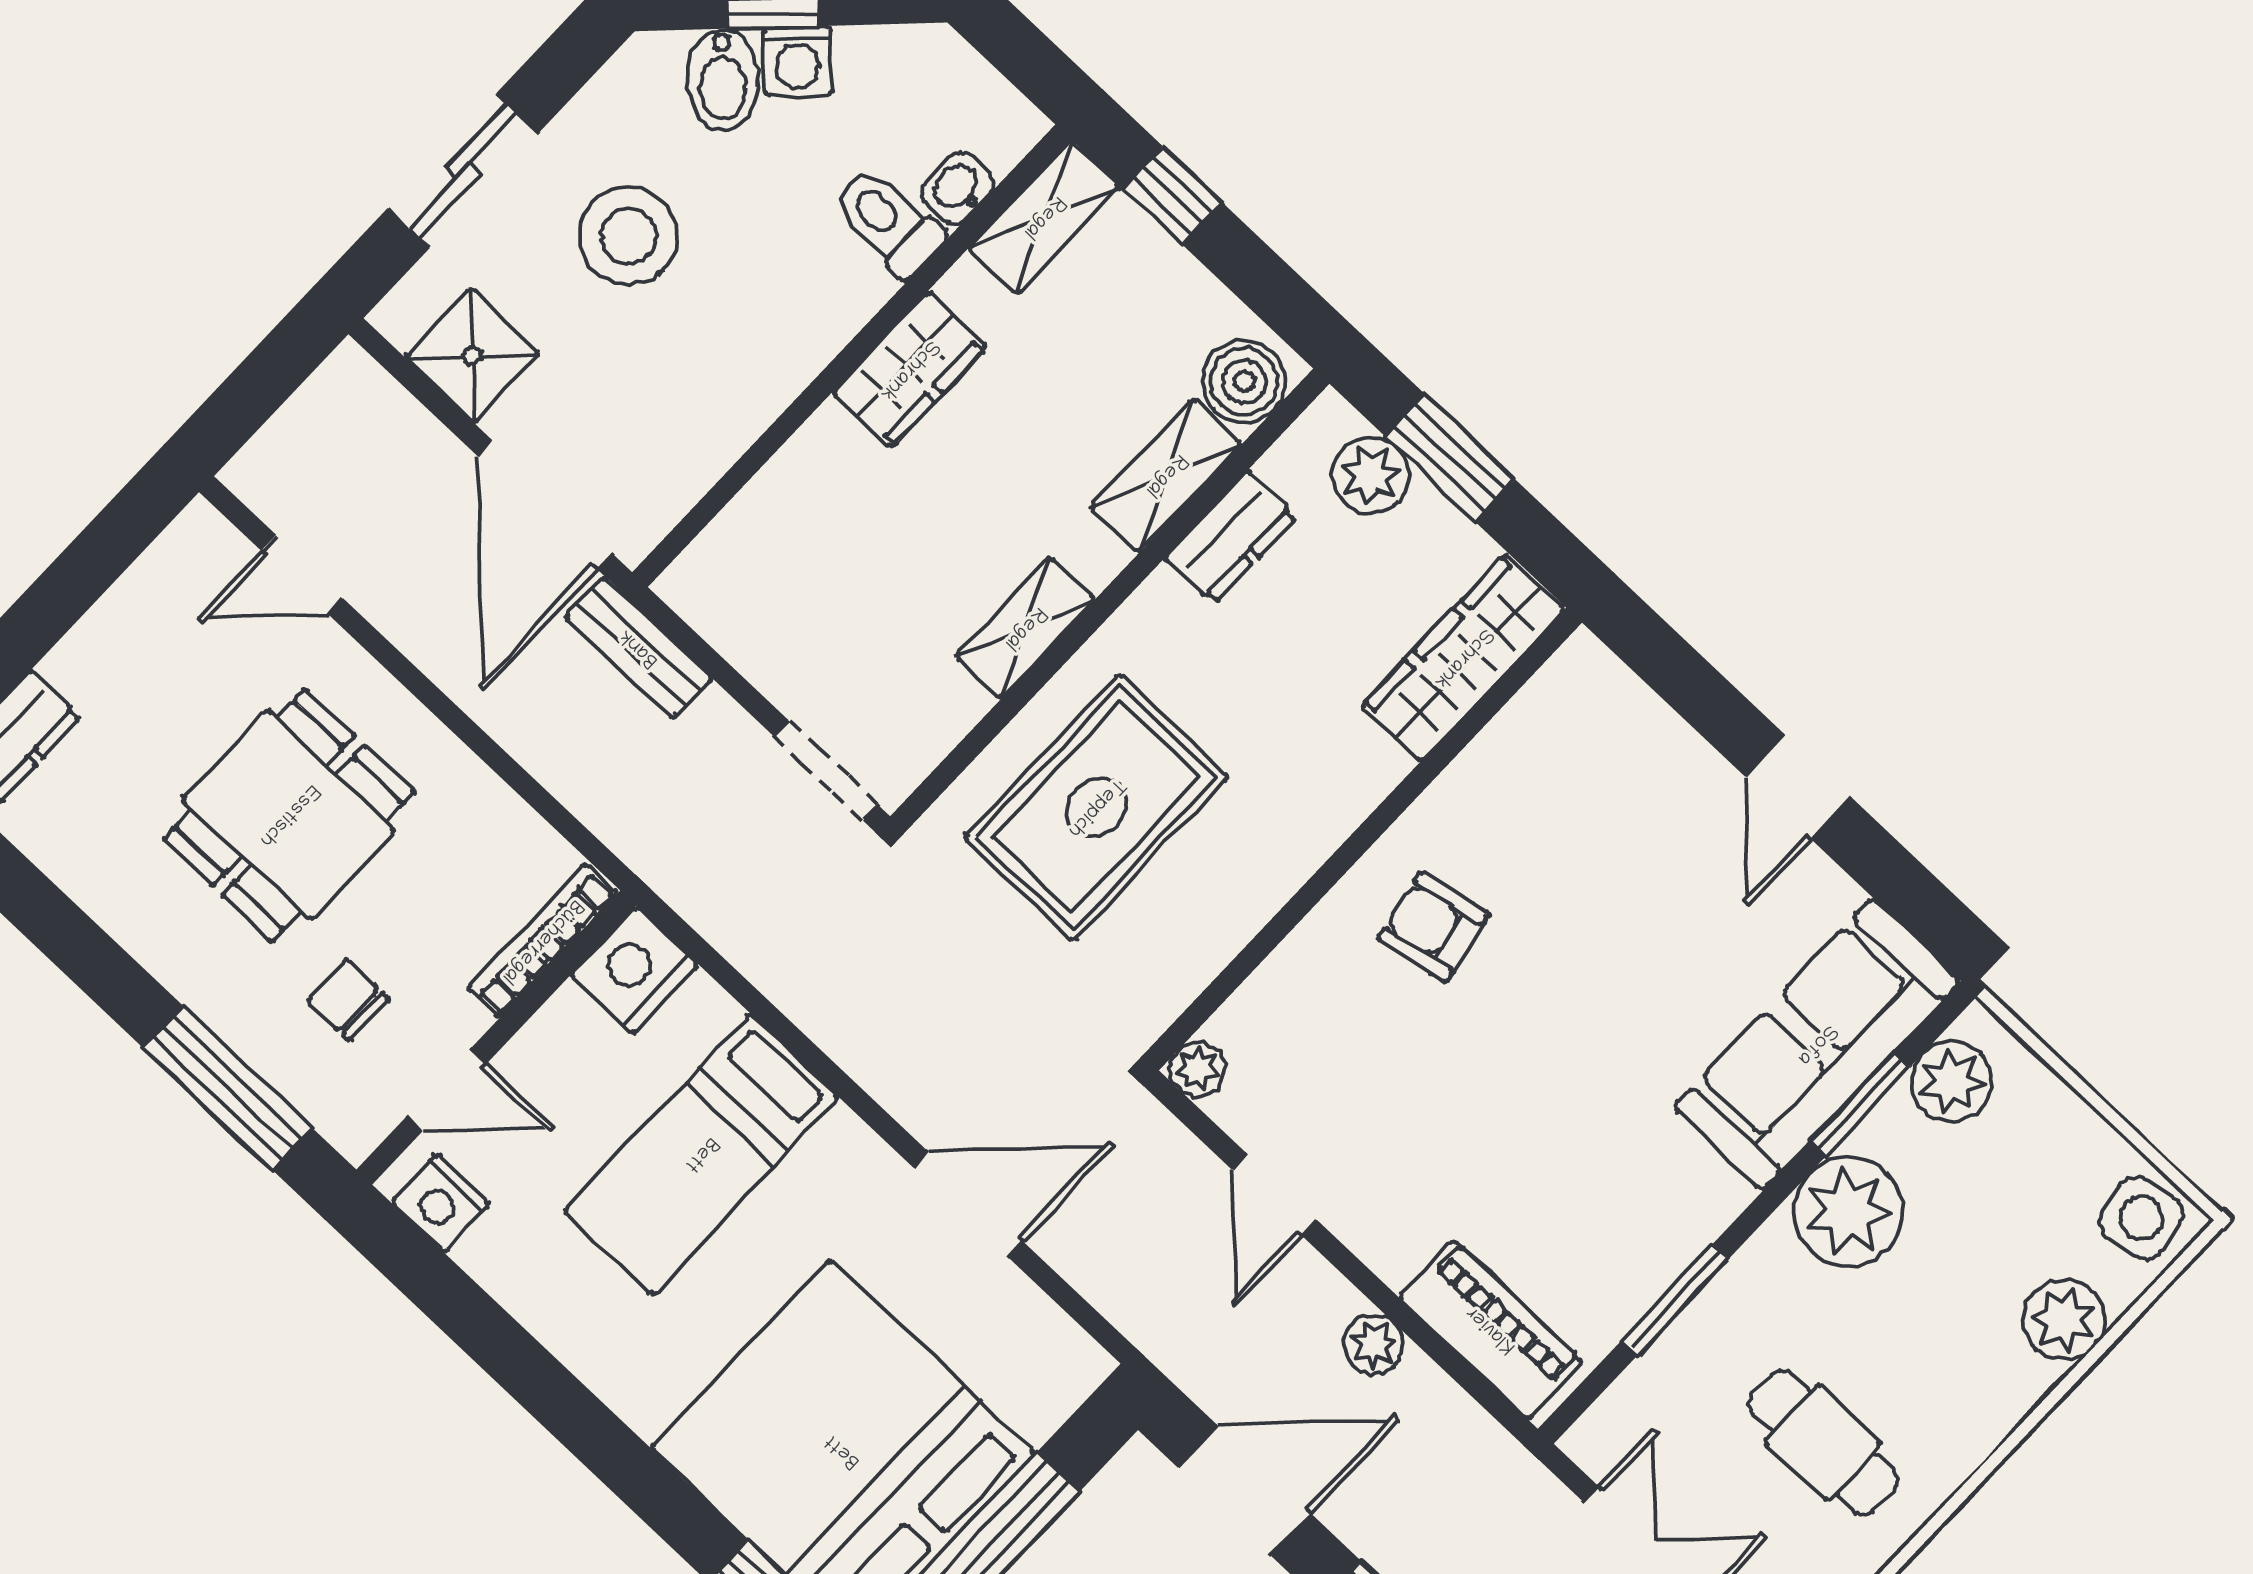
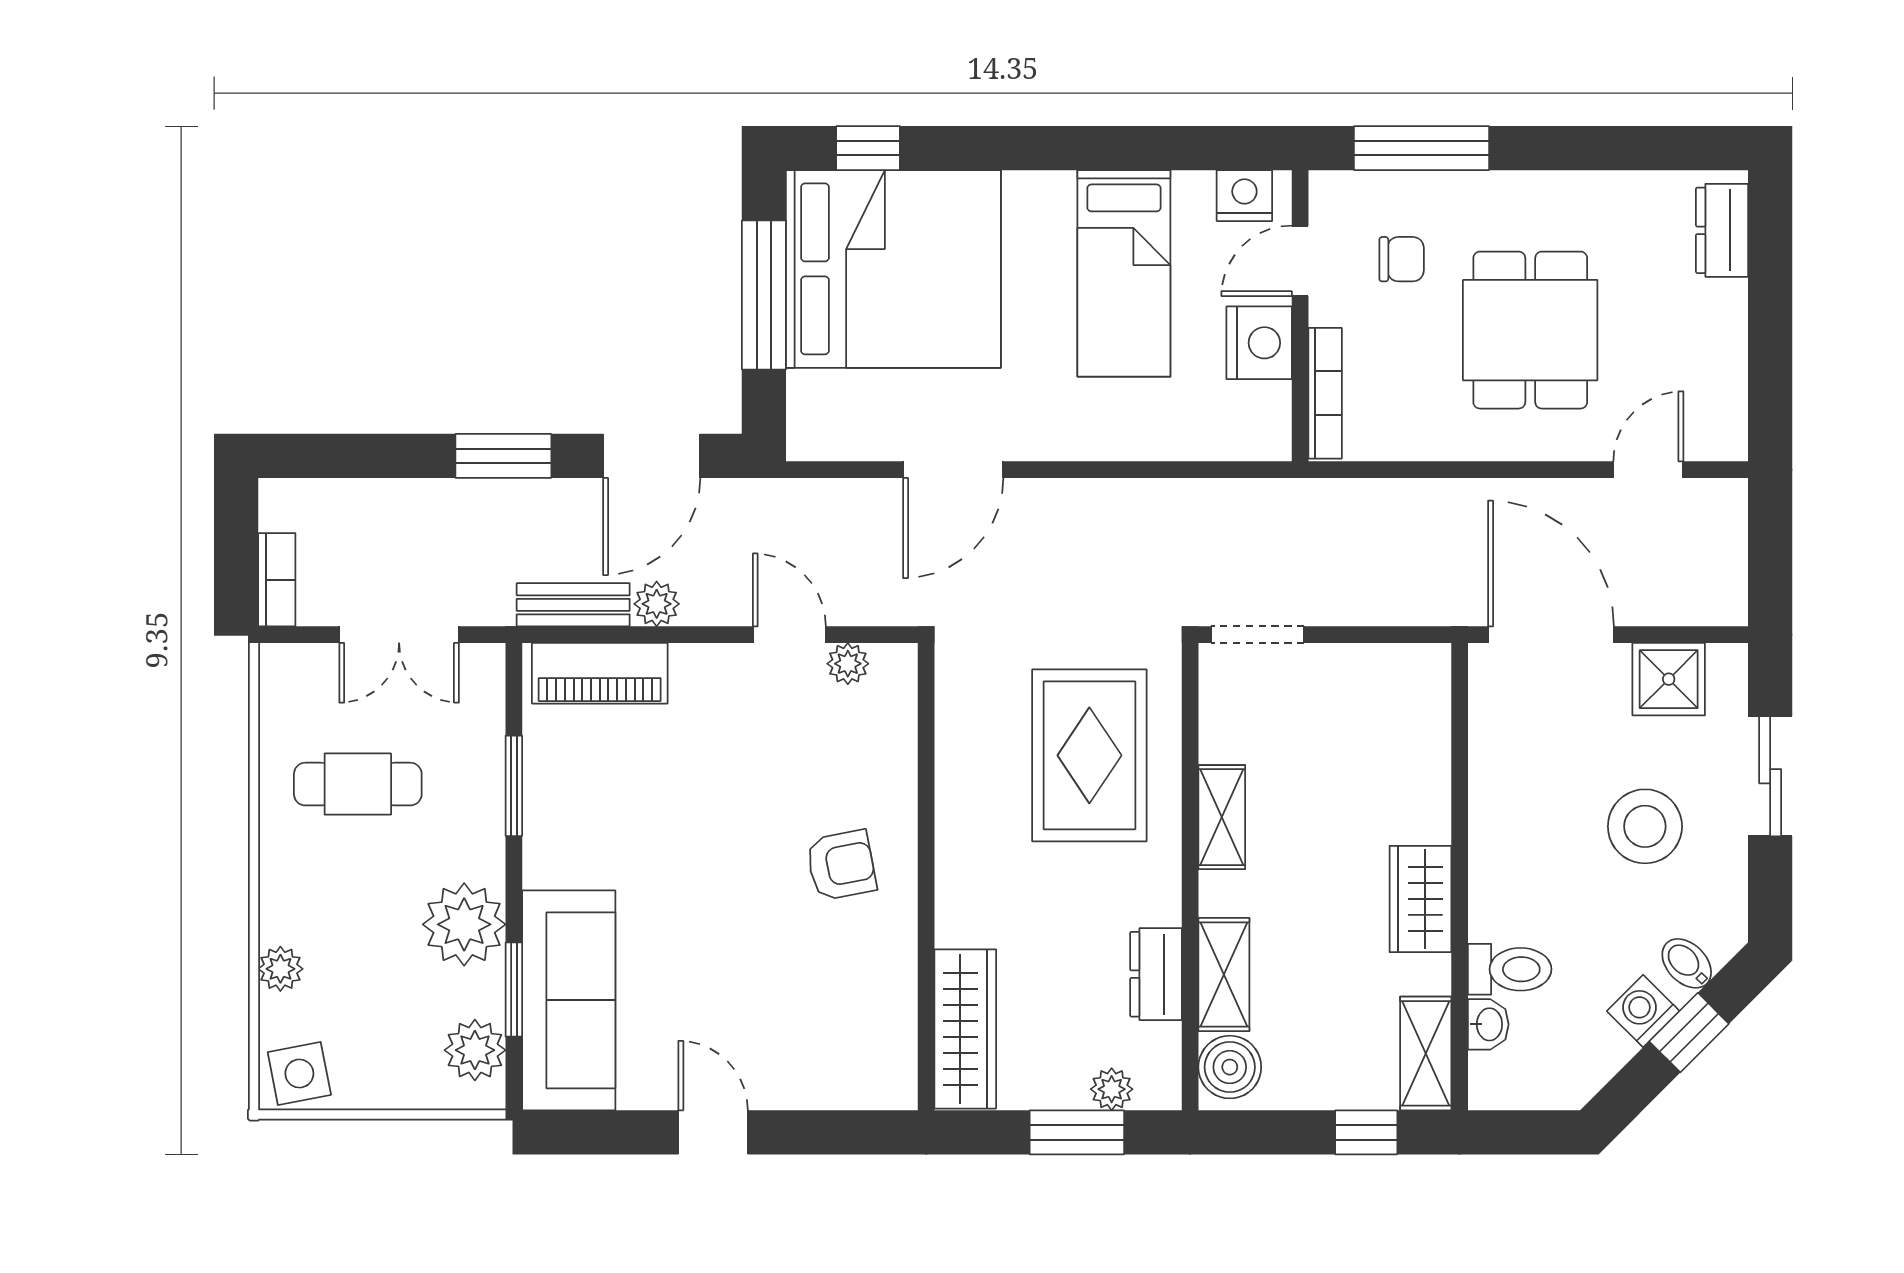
bidet: (723, 80) -> (1687, 963), width x0.72, depth x0.74
plant: (1370, 475) -> (1112, 1089), width x0.73, depth x0.73
bench: (639, 648) -> (573, 605), moved
nightstand: (634, 970) -> (1259, 343), moved
plant: (1197, 1069) -> (848, 664), moved
bed: (701, 1154) -> (1124, 273), moved, turned 180
plant: (2064, 1320) -> (280, 969), width x0.73, depth x0.73

